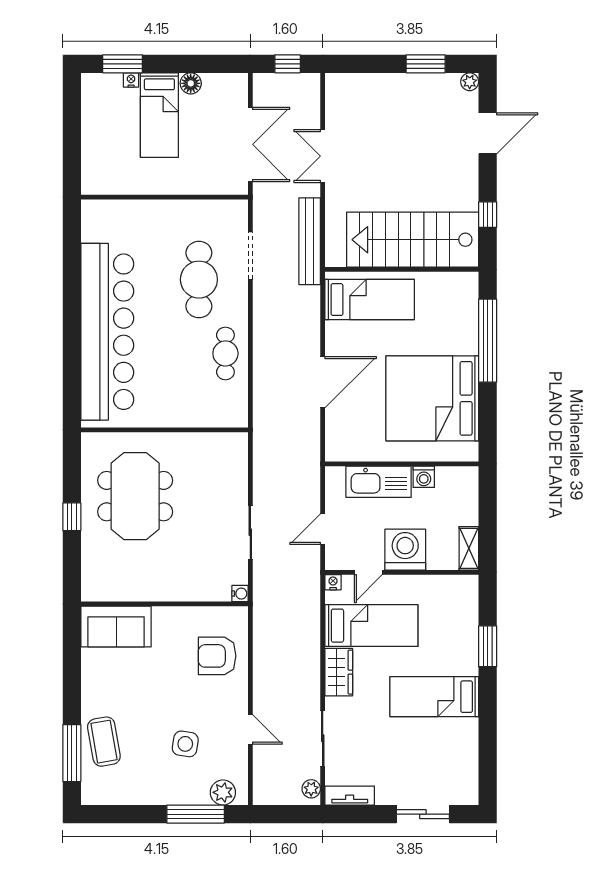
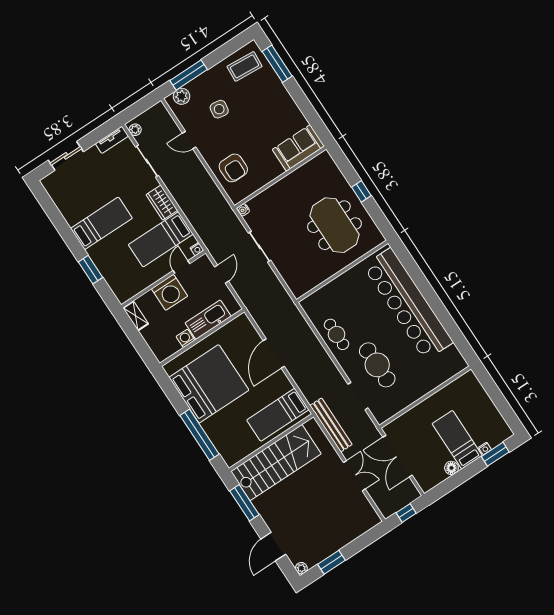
window: (488, 215) -> (244, 503), width x2.17
armchair: (217, 656) -> (233, 168), turned 90
coffee table: (104, 742) -> (245, 66), moved, turned -76

